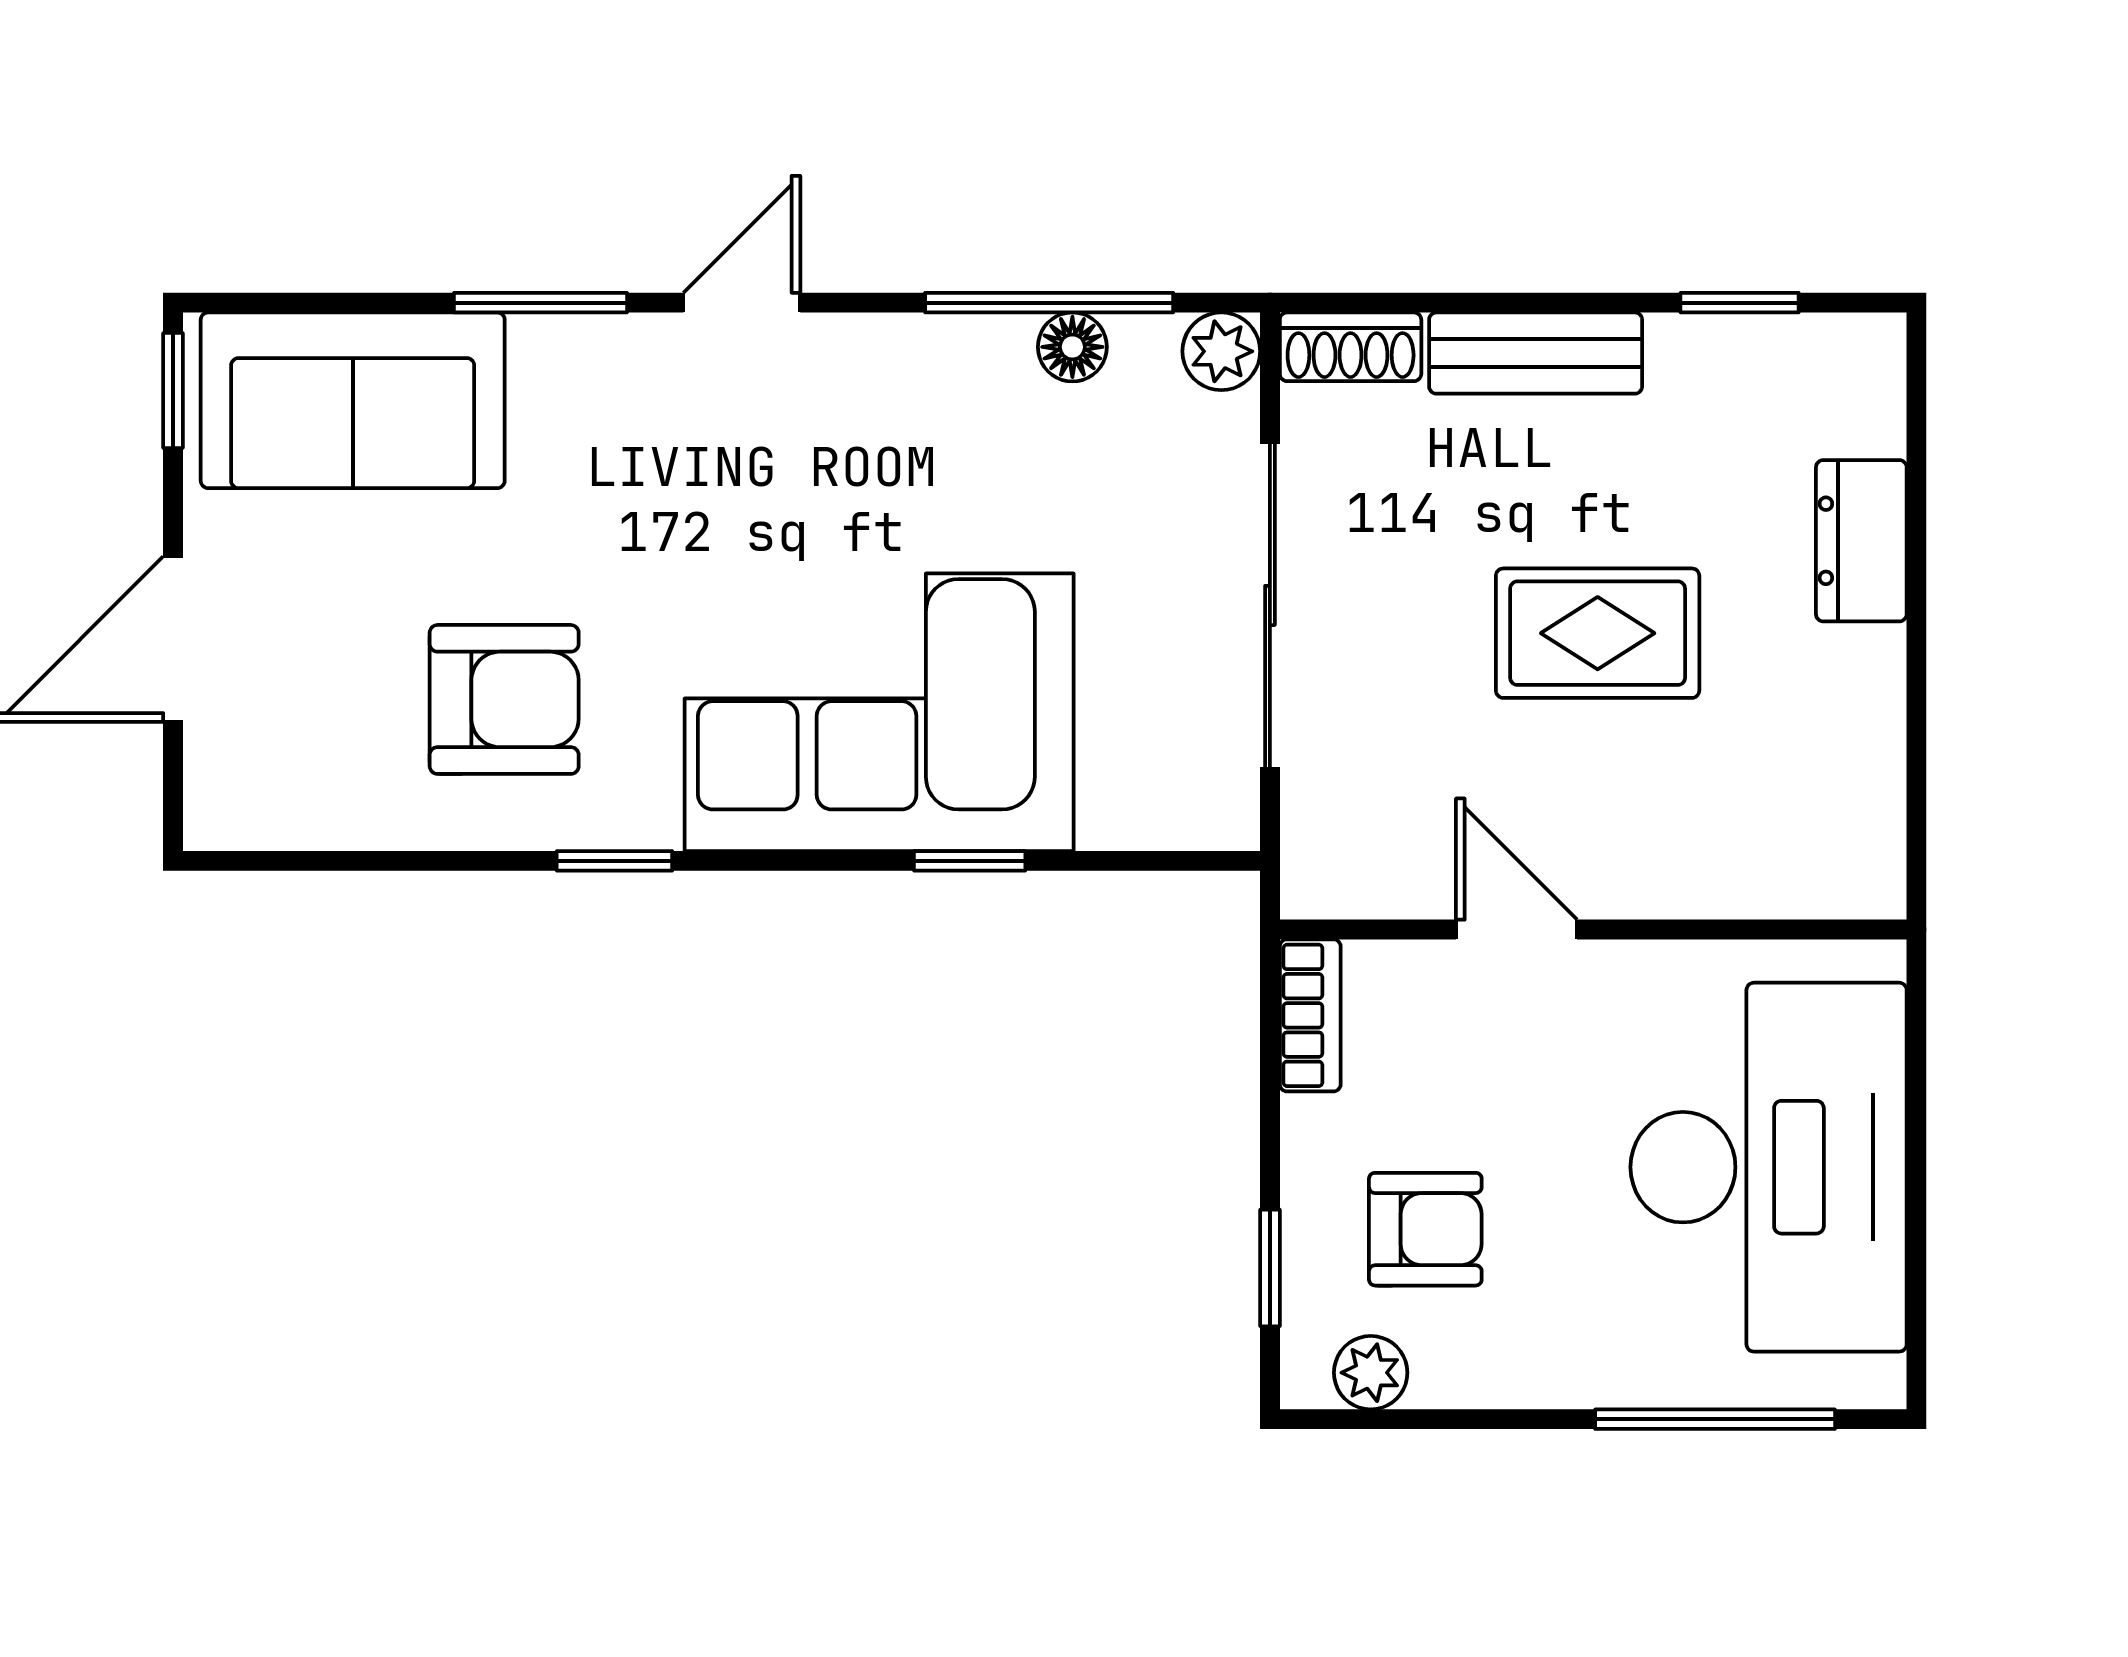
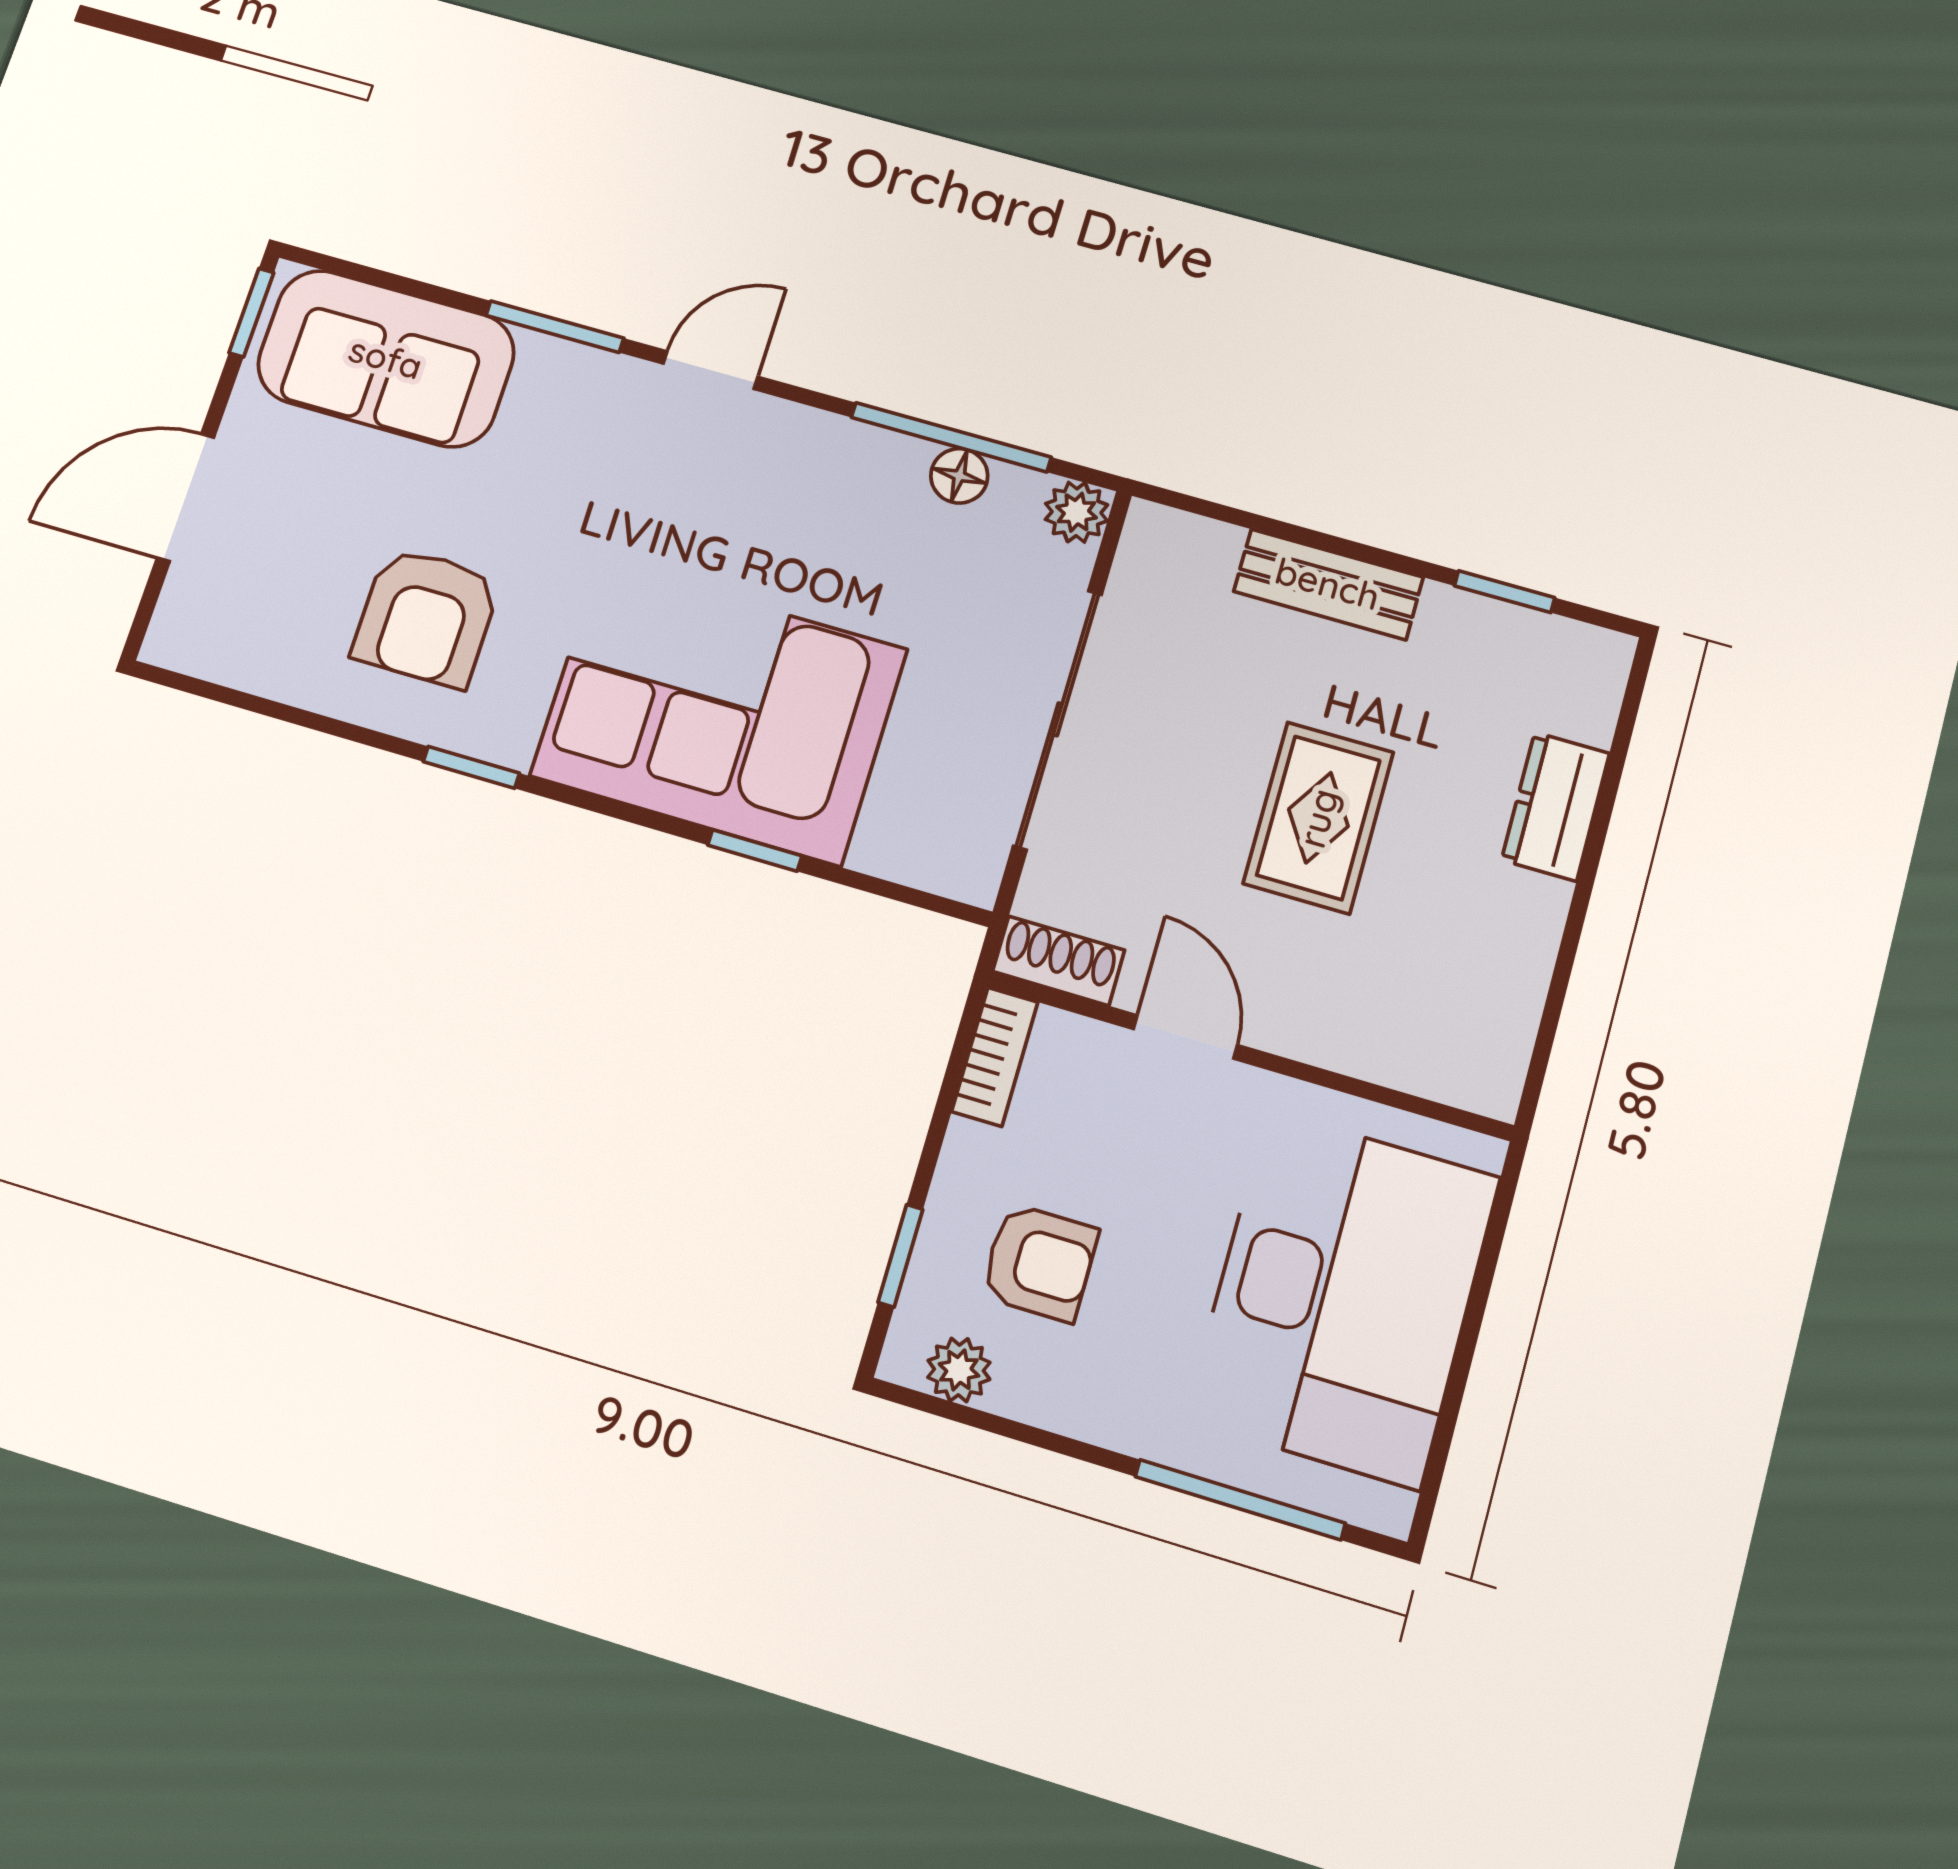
shoe rack: (1351, 347) -> (1059, 961), moved, turned 180
rug: (1598, 633) -> (1318, 818), turned 90
armchair: (504, 699) -> (426, 617), turned 90

